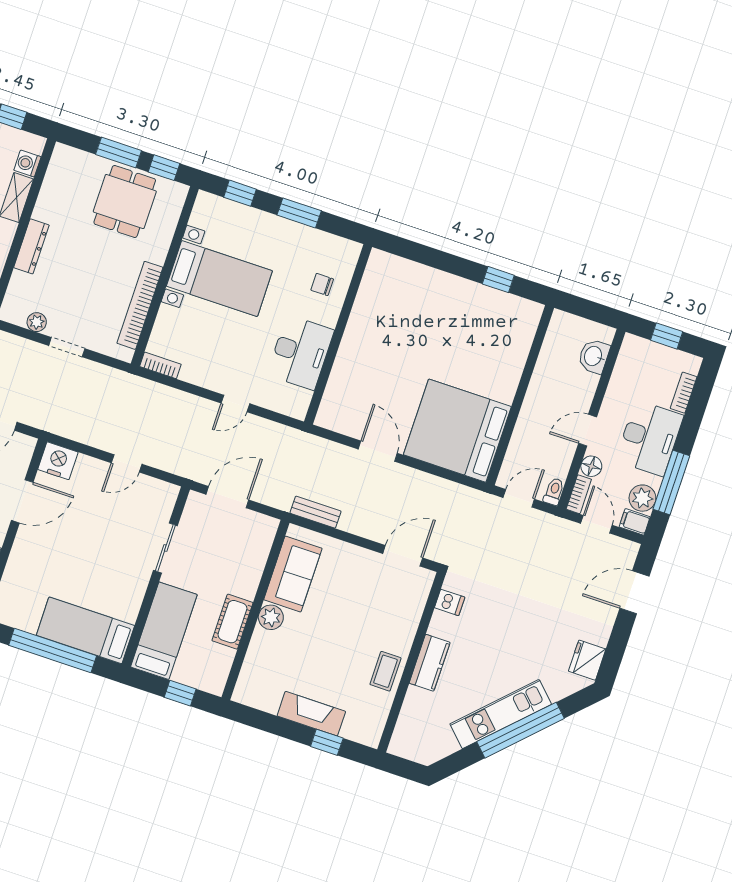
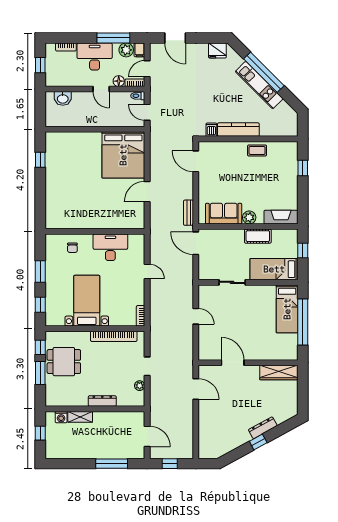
nightstand: (58, 461) -> (206, 351), removed
door: (227, 497) -> (196, 243), moved
kitchen counter: (430, 663) -> (238, 130), width x1.50
fireplace: (311, 714) -> (281, 217), moved, turned 90

